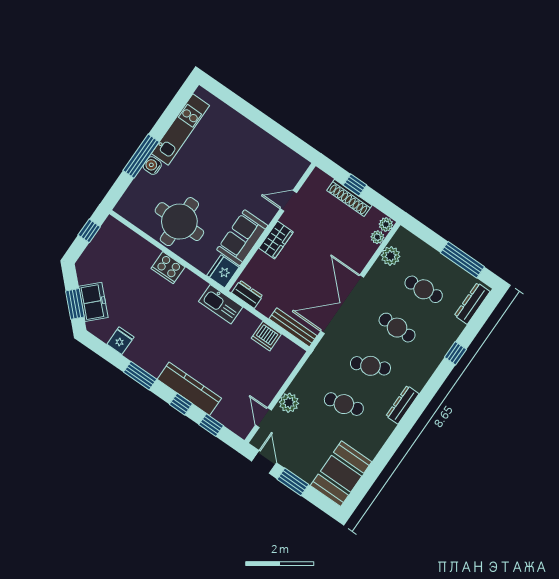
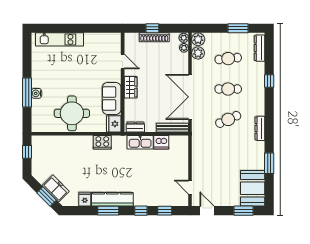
kitchen unit: (180, 130) -> (59, 39), moved, turned 90
door: (288, 201) -> (123, 62), swing flipped
window: (462, 260) -> (238, 28), width x0.69
cooker: (168, 268) -> (102, 142), moved
kitchen sink: (221, 304) -> (140, 142), moved
kitchen counter: (189, 389) -> (112, 199), moved
plant: (289, 403) -> (198, 39), moved
cafe table: (344, 404) -> (228, 150), removed
window: (384, 457) -> (269, 163), added
window: (293, 482) -> (243, 211), moved

